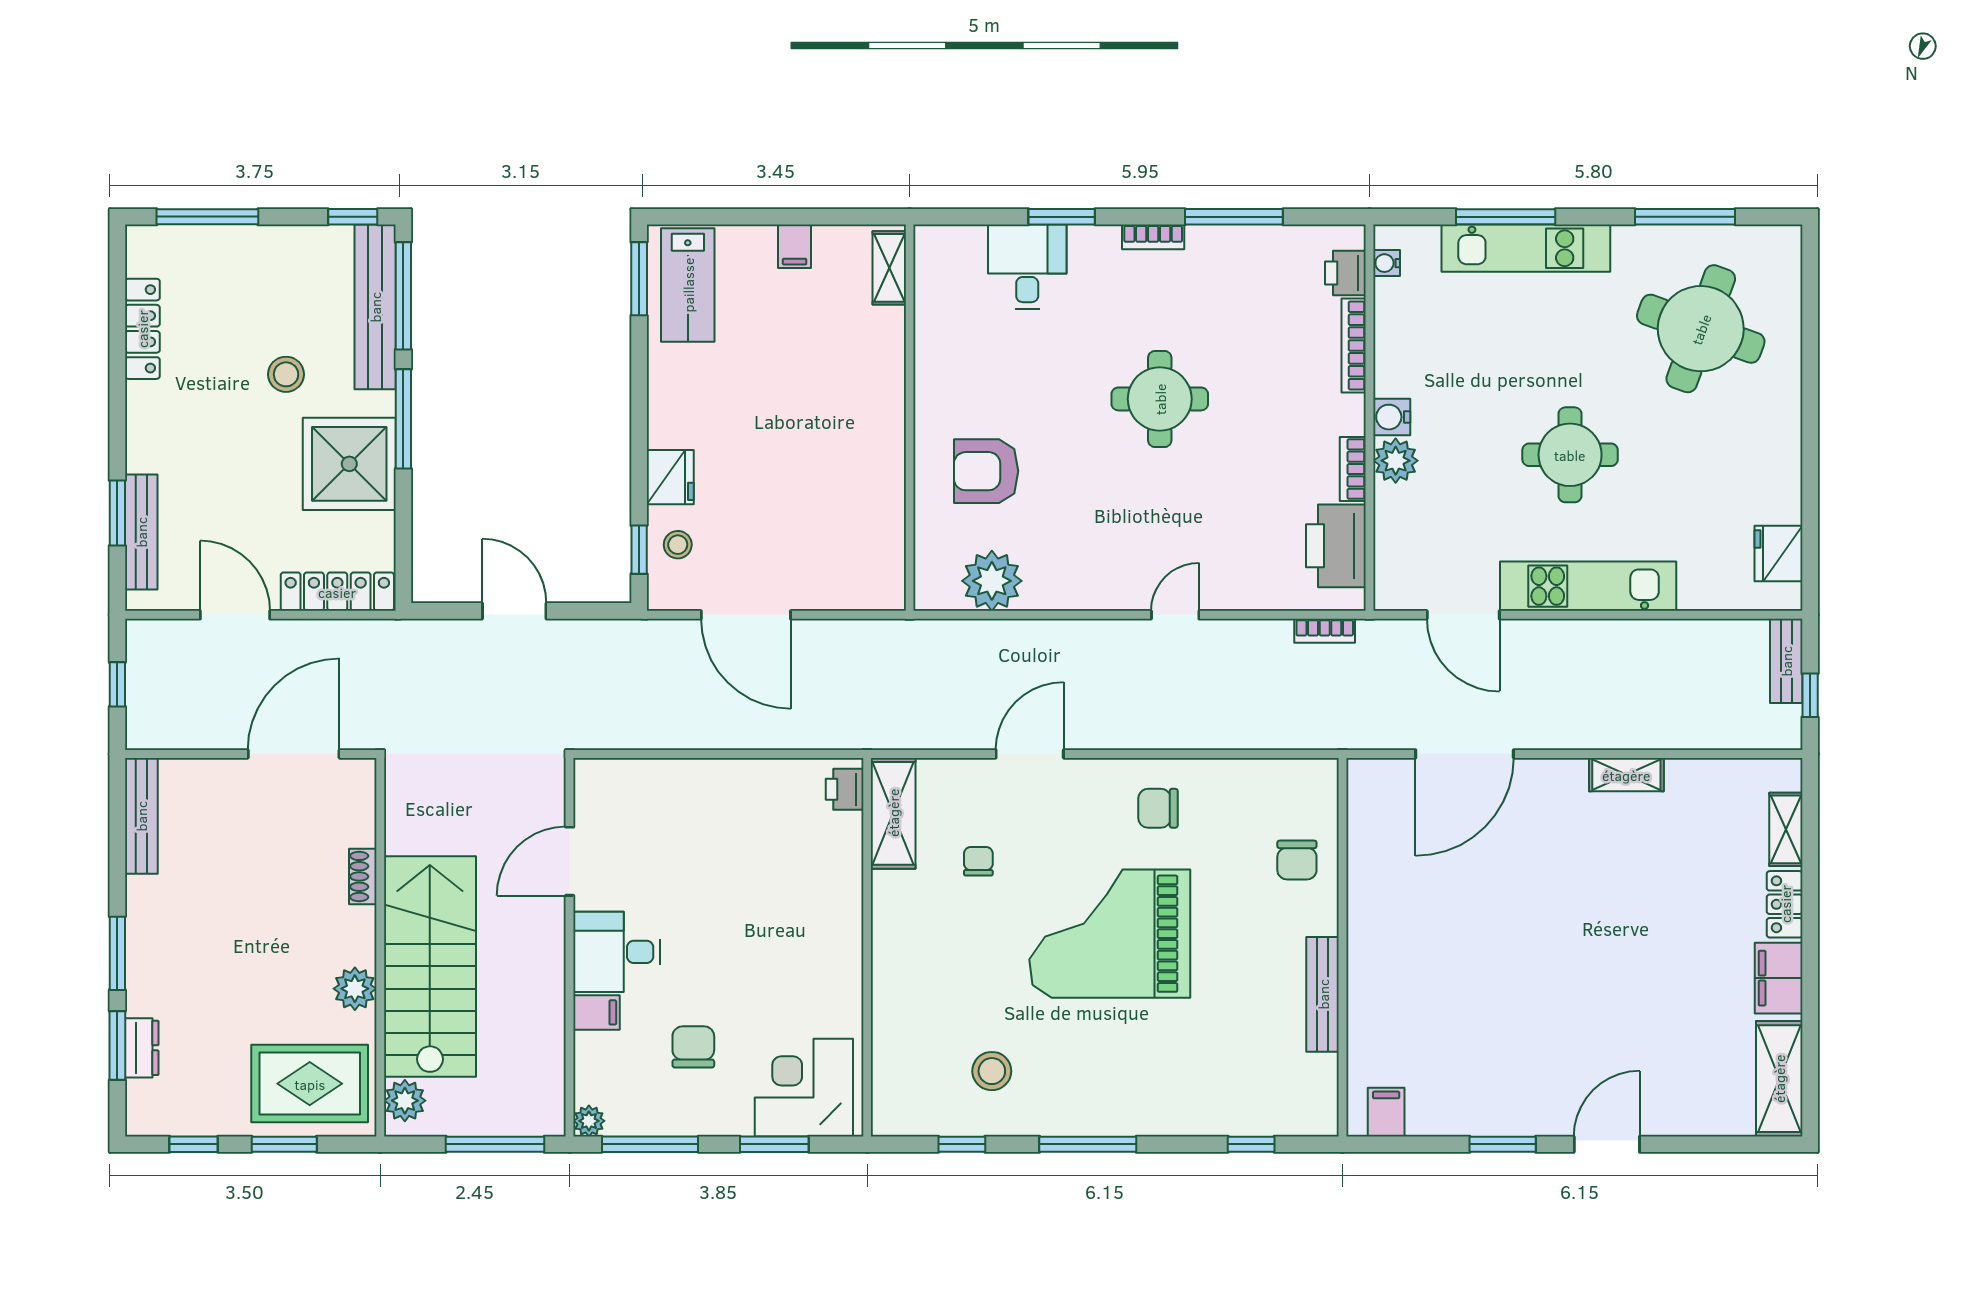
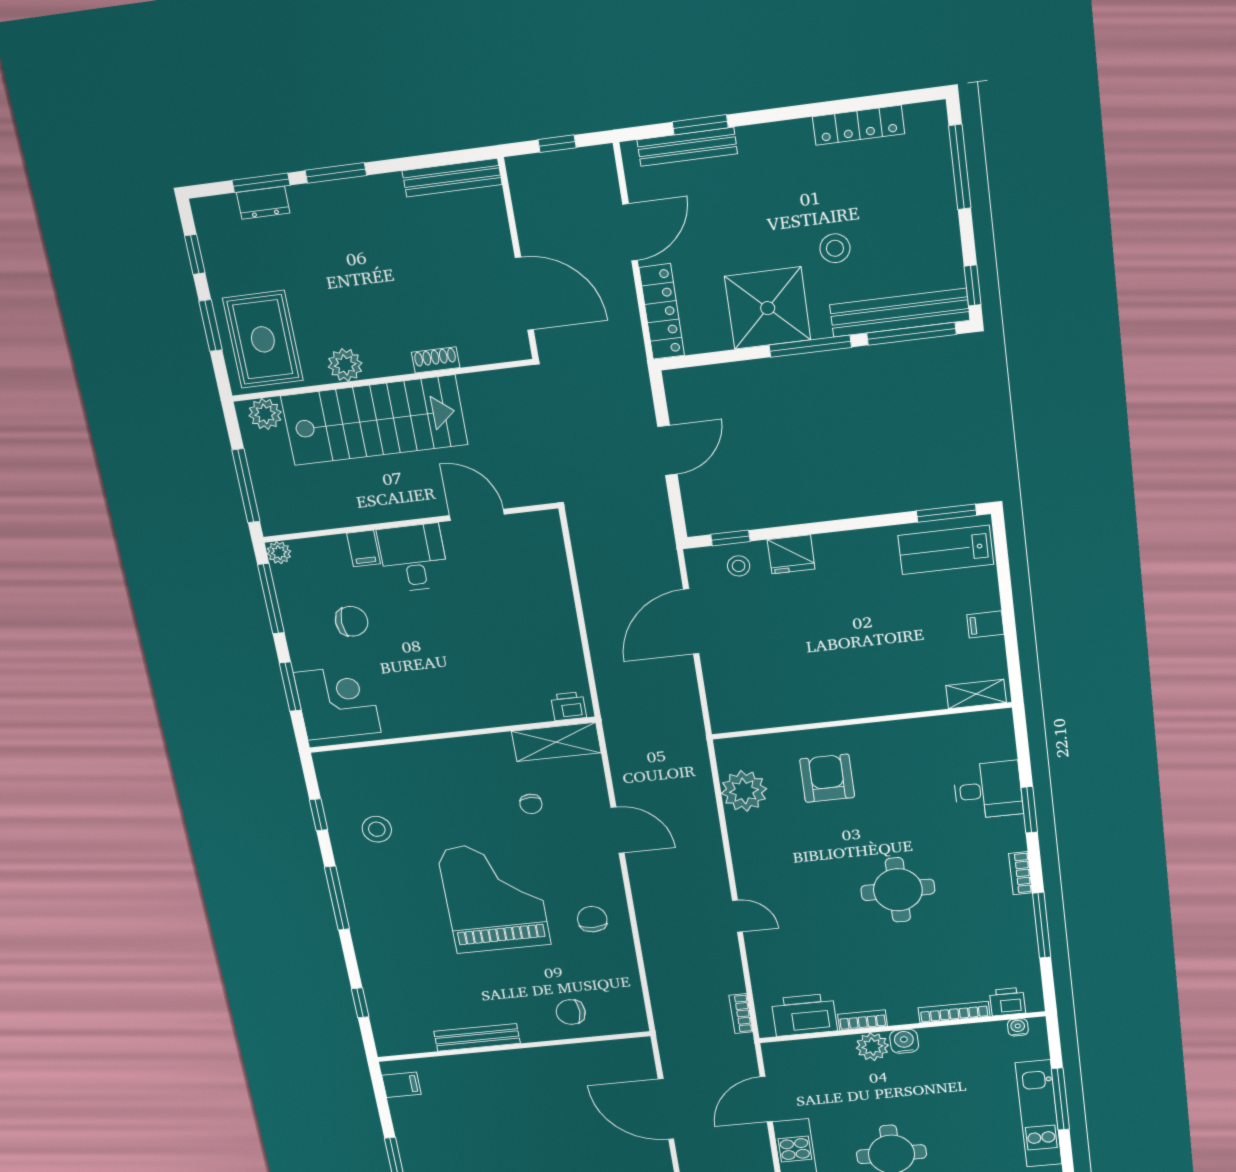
chair: (978, 861) -> (531, 804), turned 90

